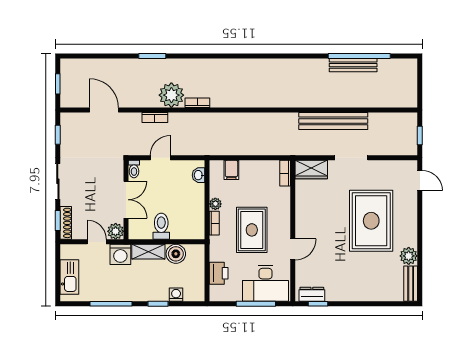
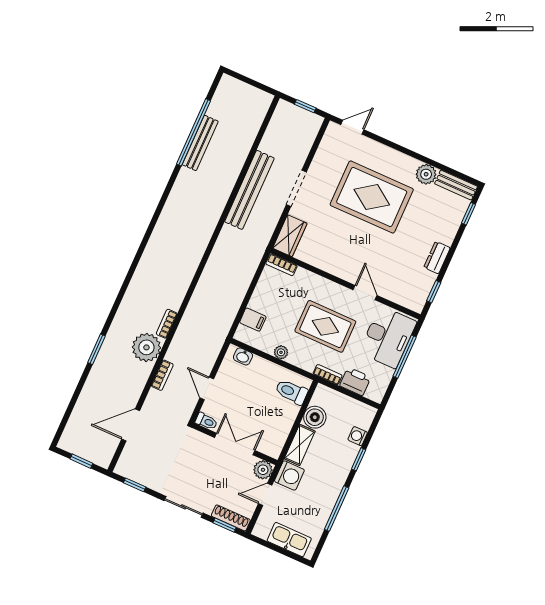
bookcase: (214, 223) -> (328, 375), moved
toilet: (161, 226) -> (291, 392), moved
dresser: (312, 294) -> (437, 258), moved
window: (392, 304) -> (469, 214), added

